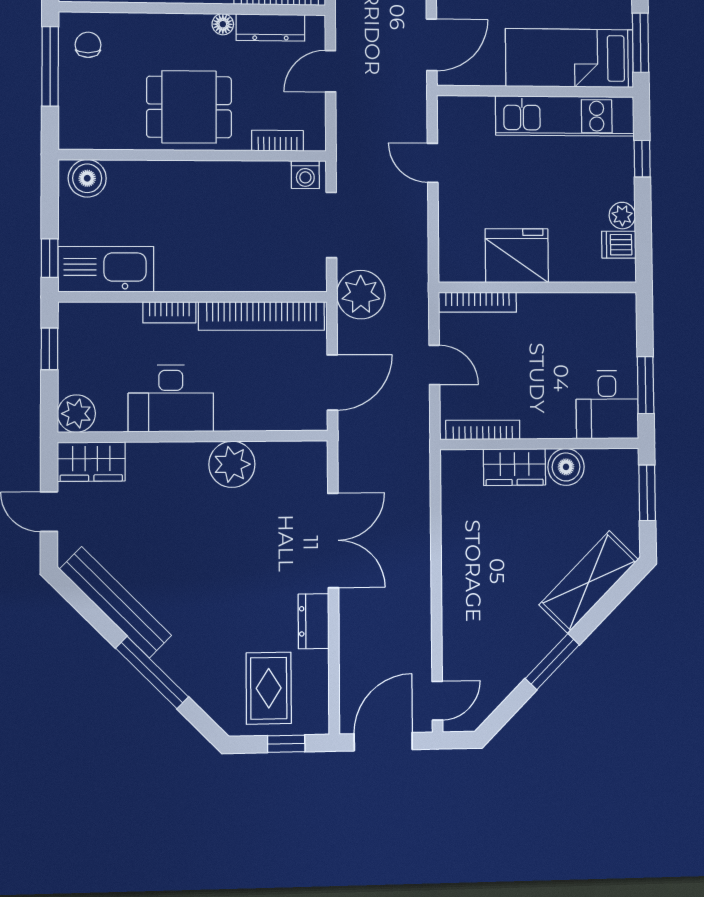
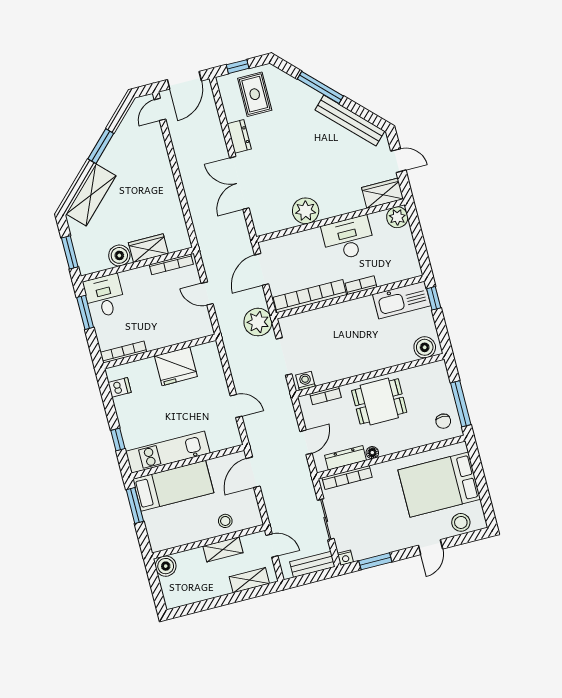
plant: (622, 216) -> (122, 404), removed
bookcase: (478, 302) -> (123, 352), moved
window: (49, 349) -> (421, 249), removed

